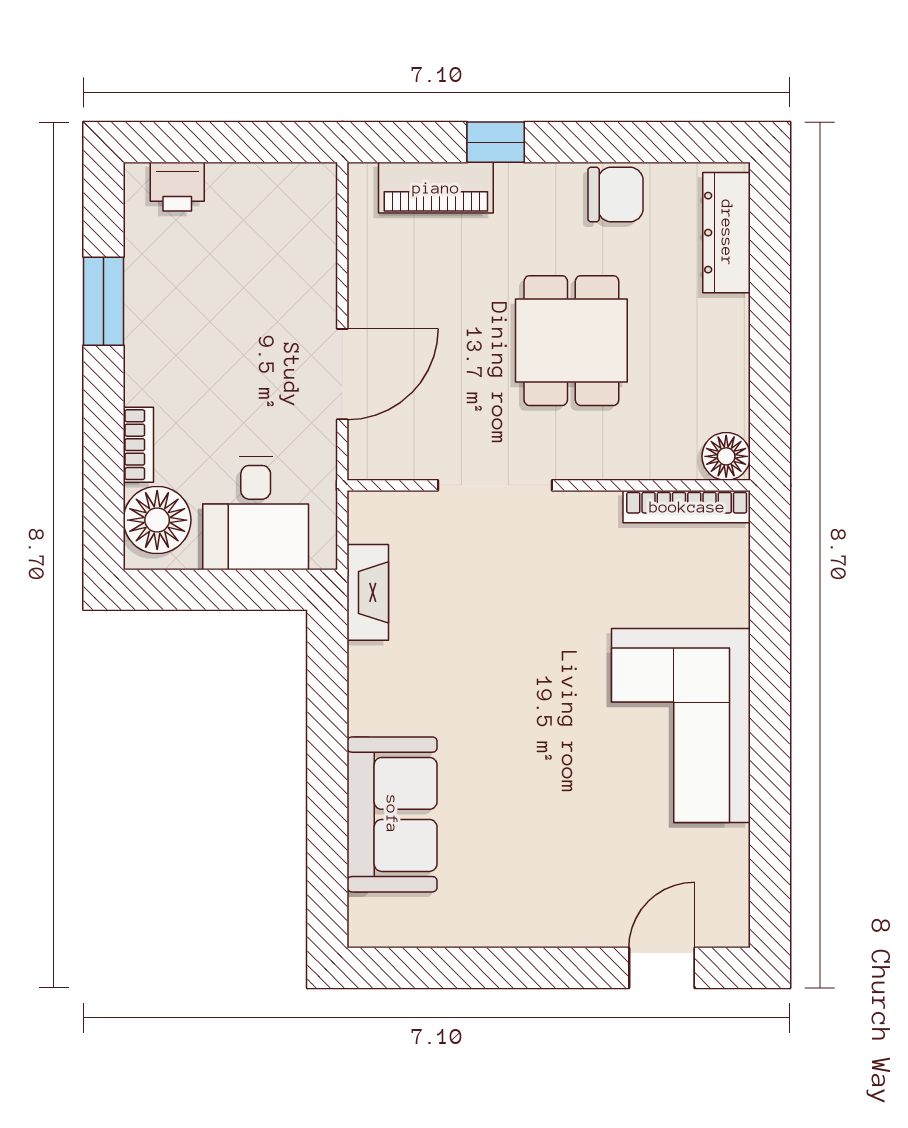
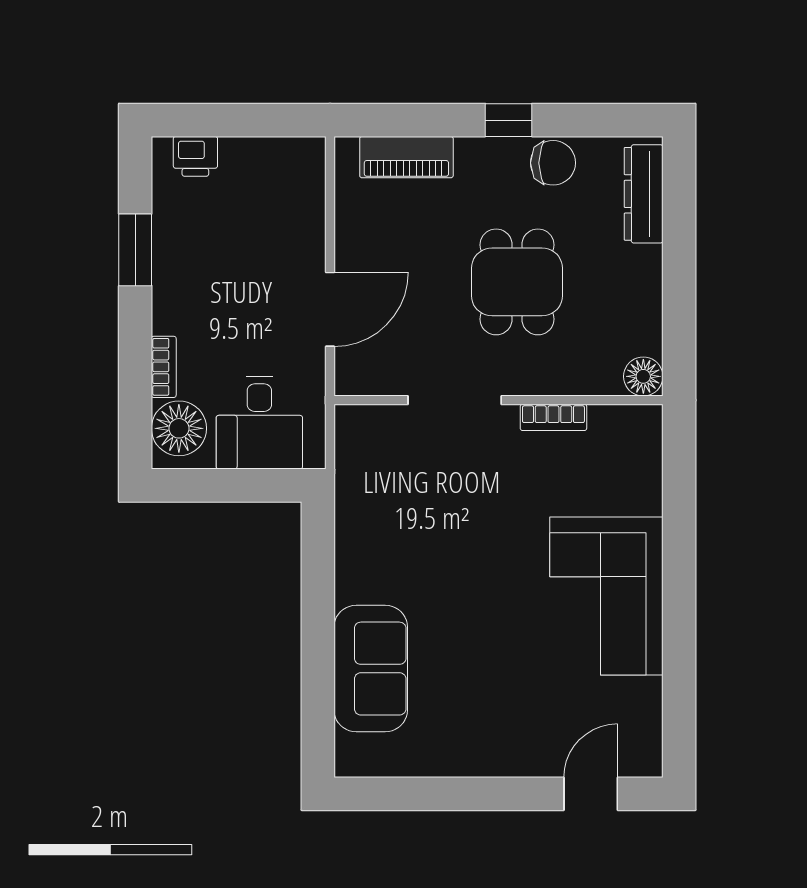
window: (496, 142) -> (509, 120), moved
bookcase: (687, 507) -> (553, 417), moved, width x0.64
fireplace: (368, 592) -> (351, 487), removed

